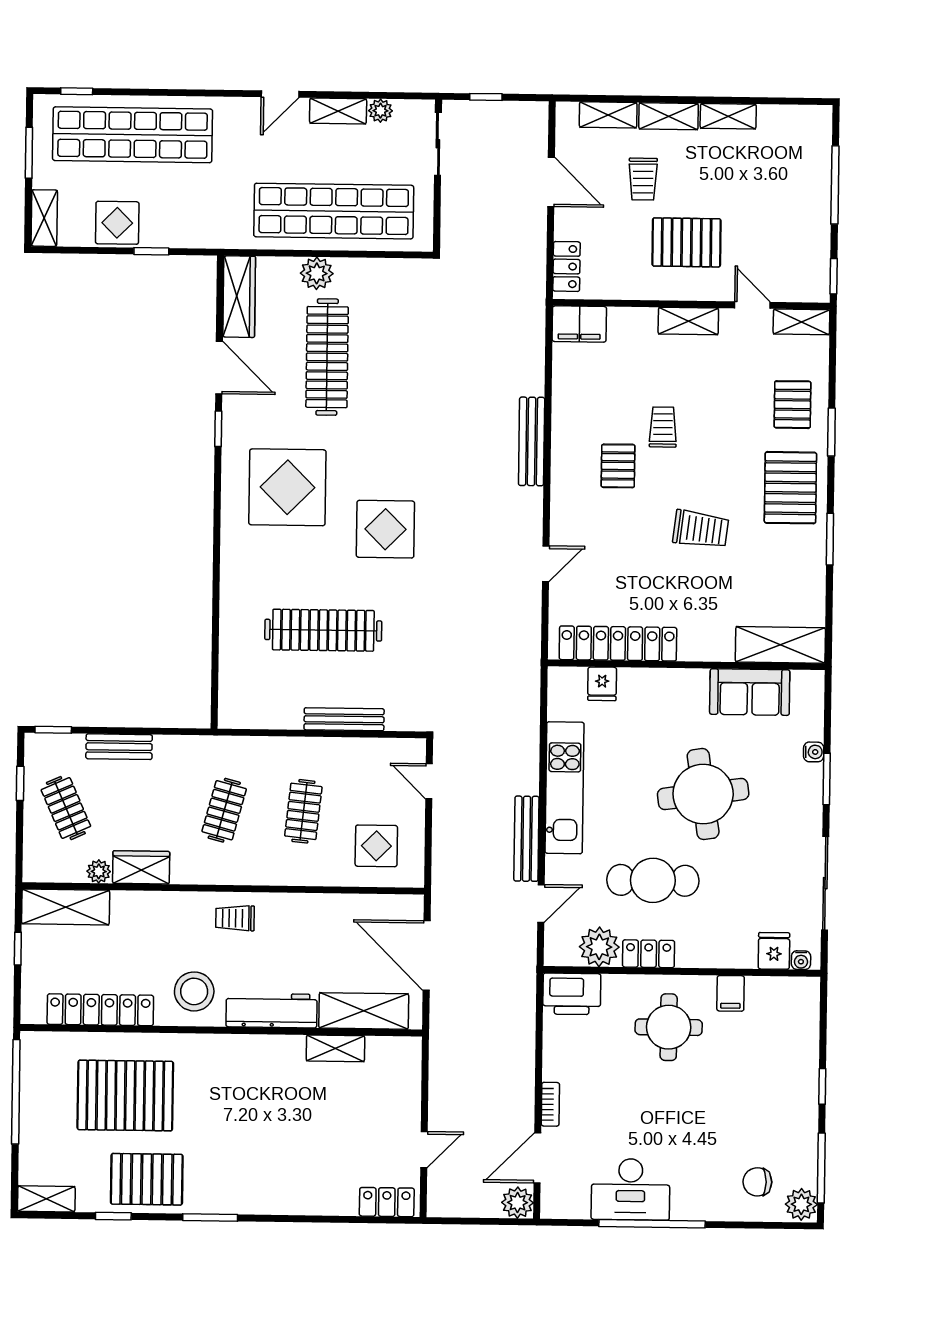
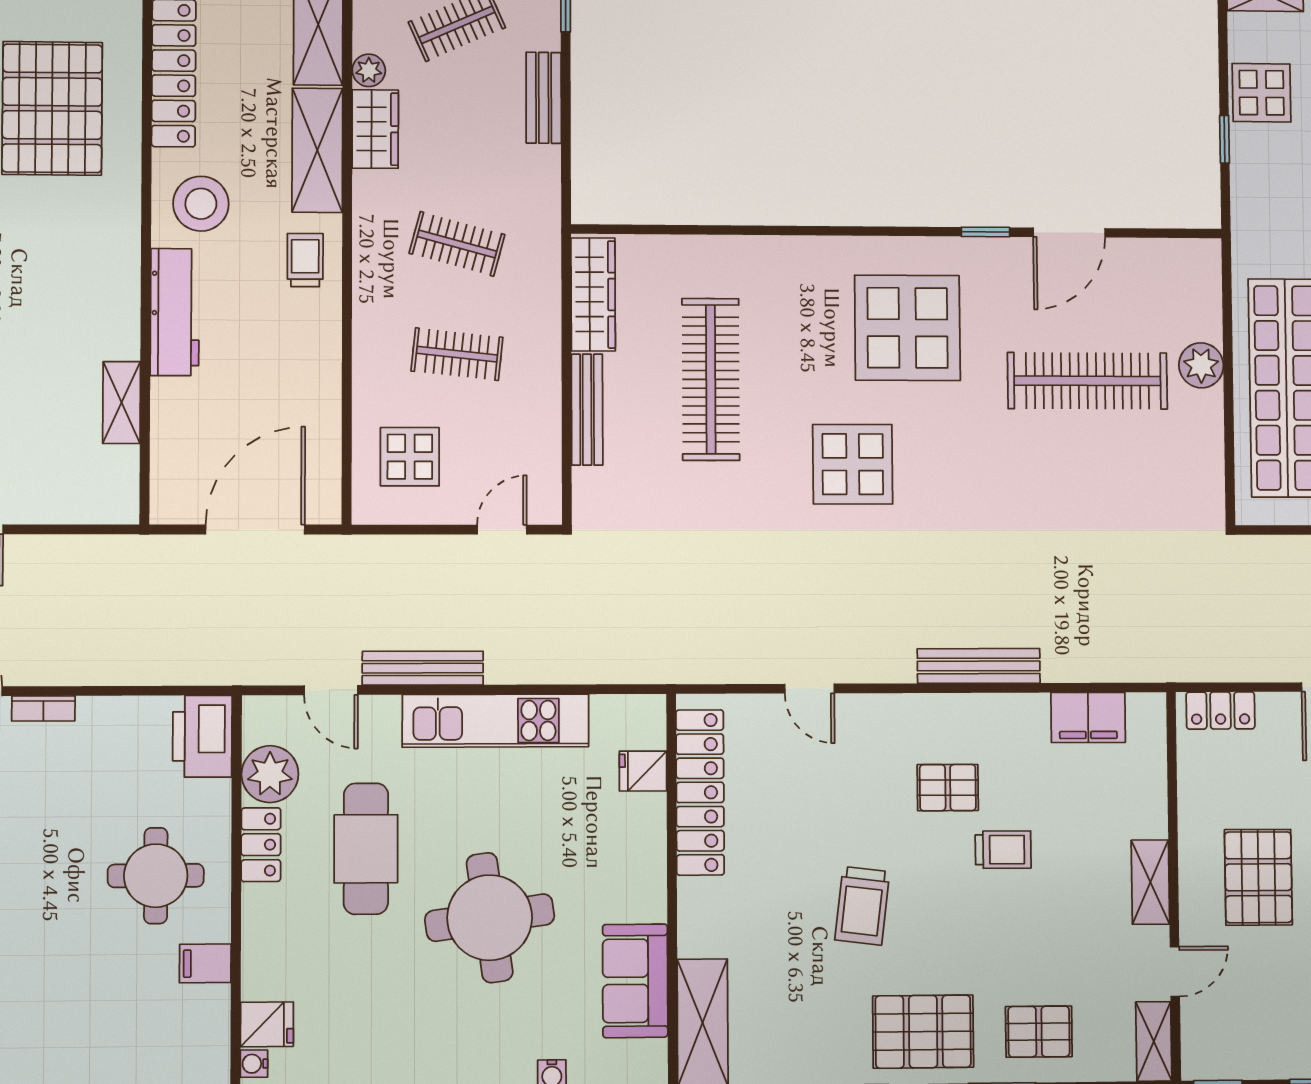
wardrobe: (239, 297) -> (593, 294), moved, turned -90
filing cabinet: (579, 324) -> (1088, 717), moved, turned -90
shelving: (364, 1011) -> (317, 150), moved

